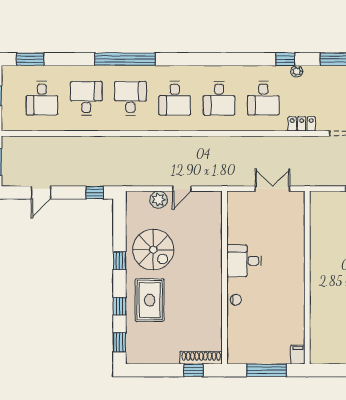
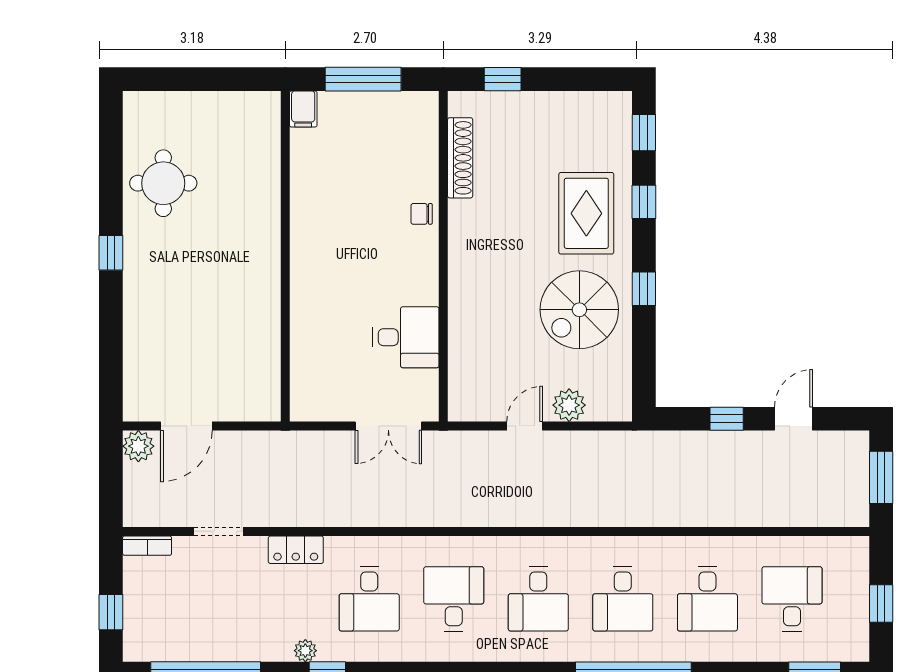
desk: (175, 98) -> (538, 599), turned 180
desk: (263, 98) -> (369, 599), turned 180
double door: (272, 189) -> (388, 426), moved
window: (95, 193) -> (727, 419), moved
spiral stairs: (153, 250) -> (579, 310), turned -90
desk: (244, 261) -> (406, 337), moved
shoe rack: (201, 358) -> (460, 158), moved, turned -90

